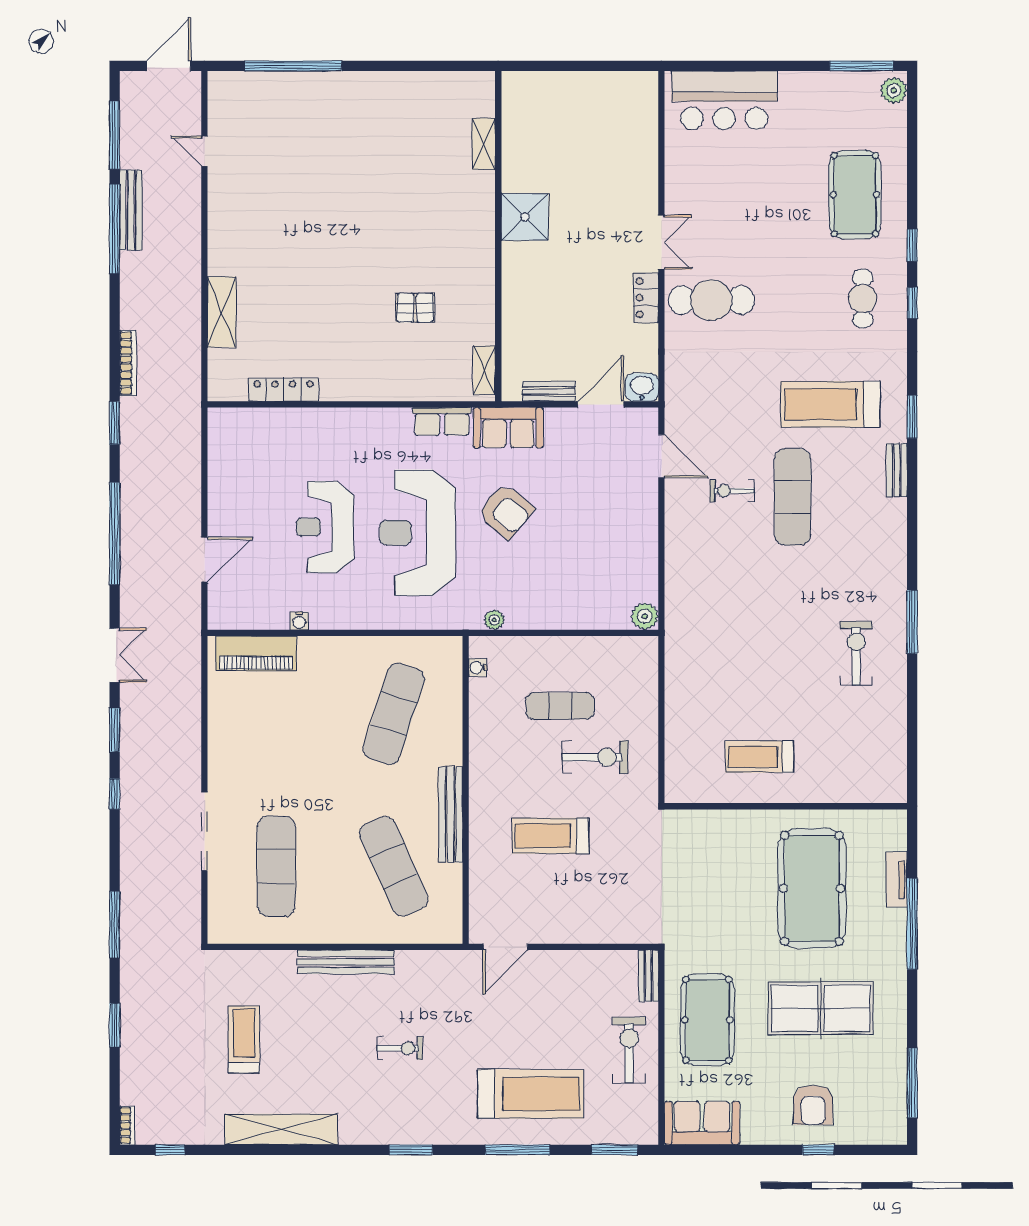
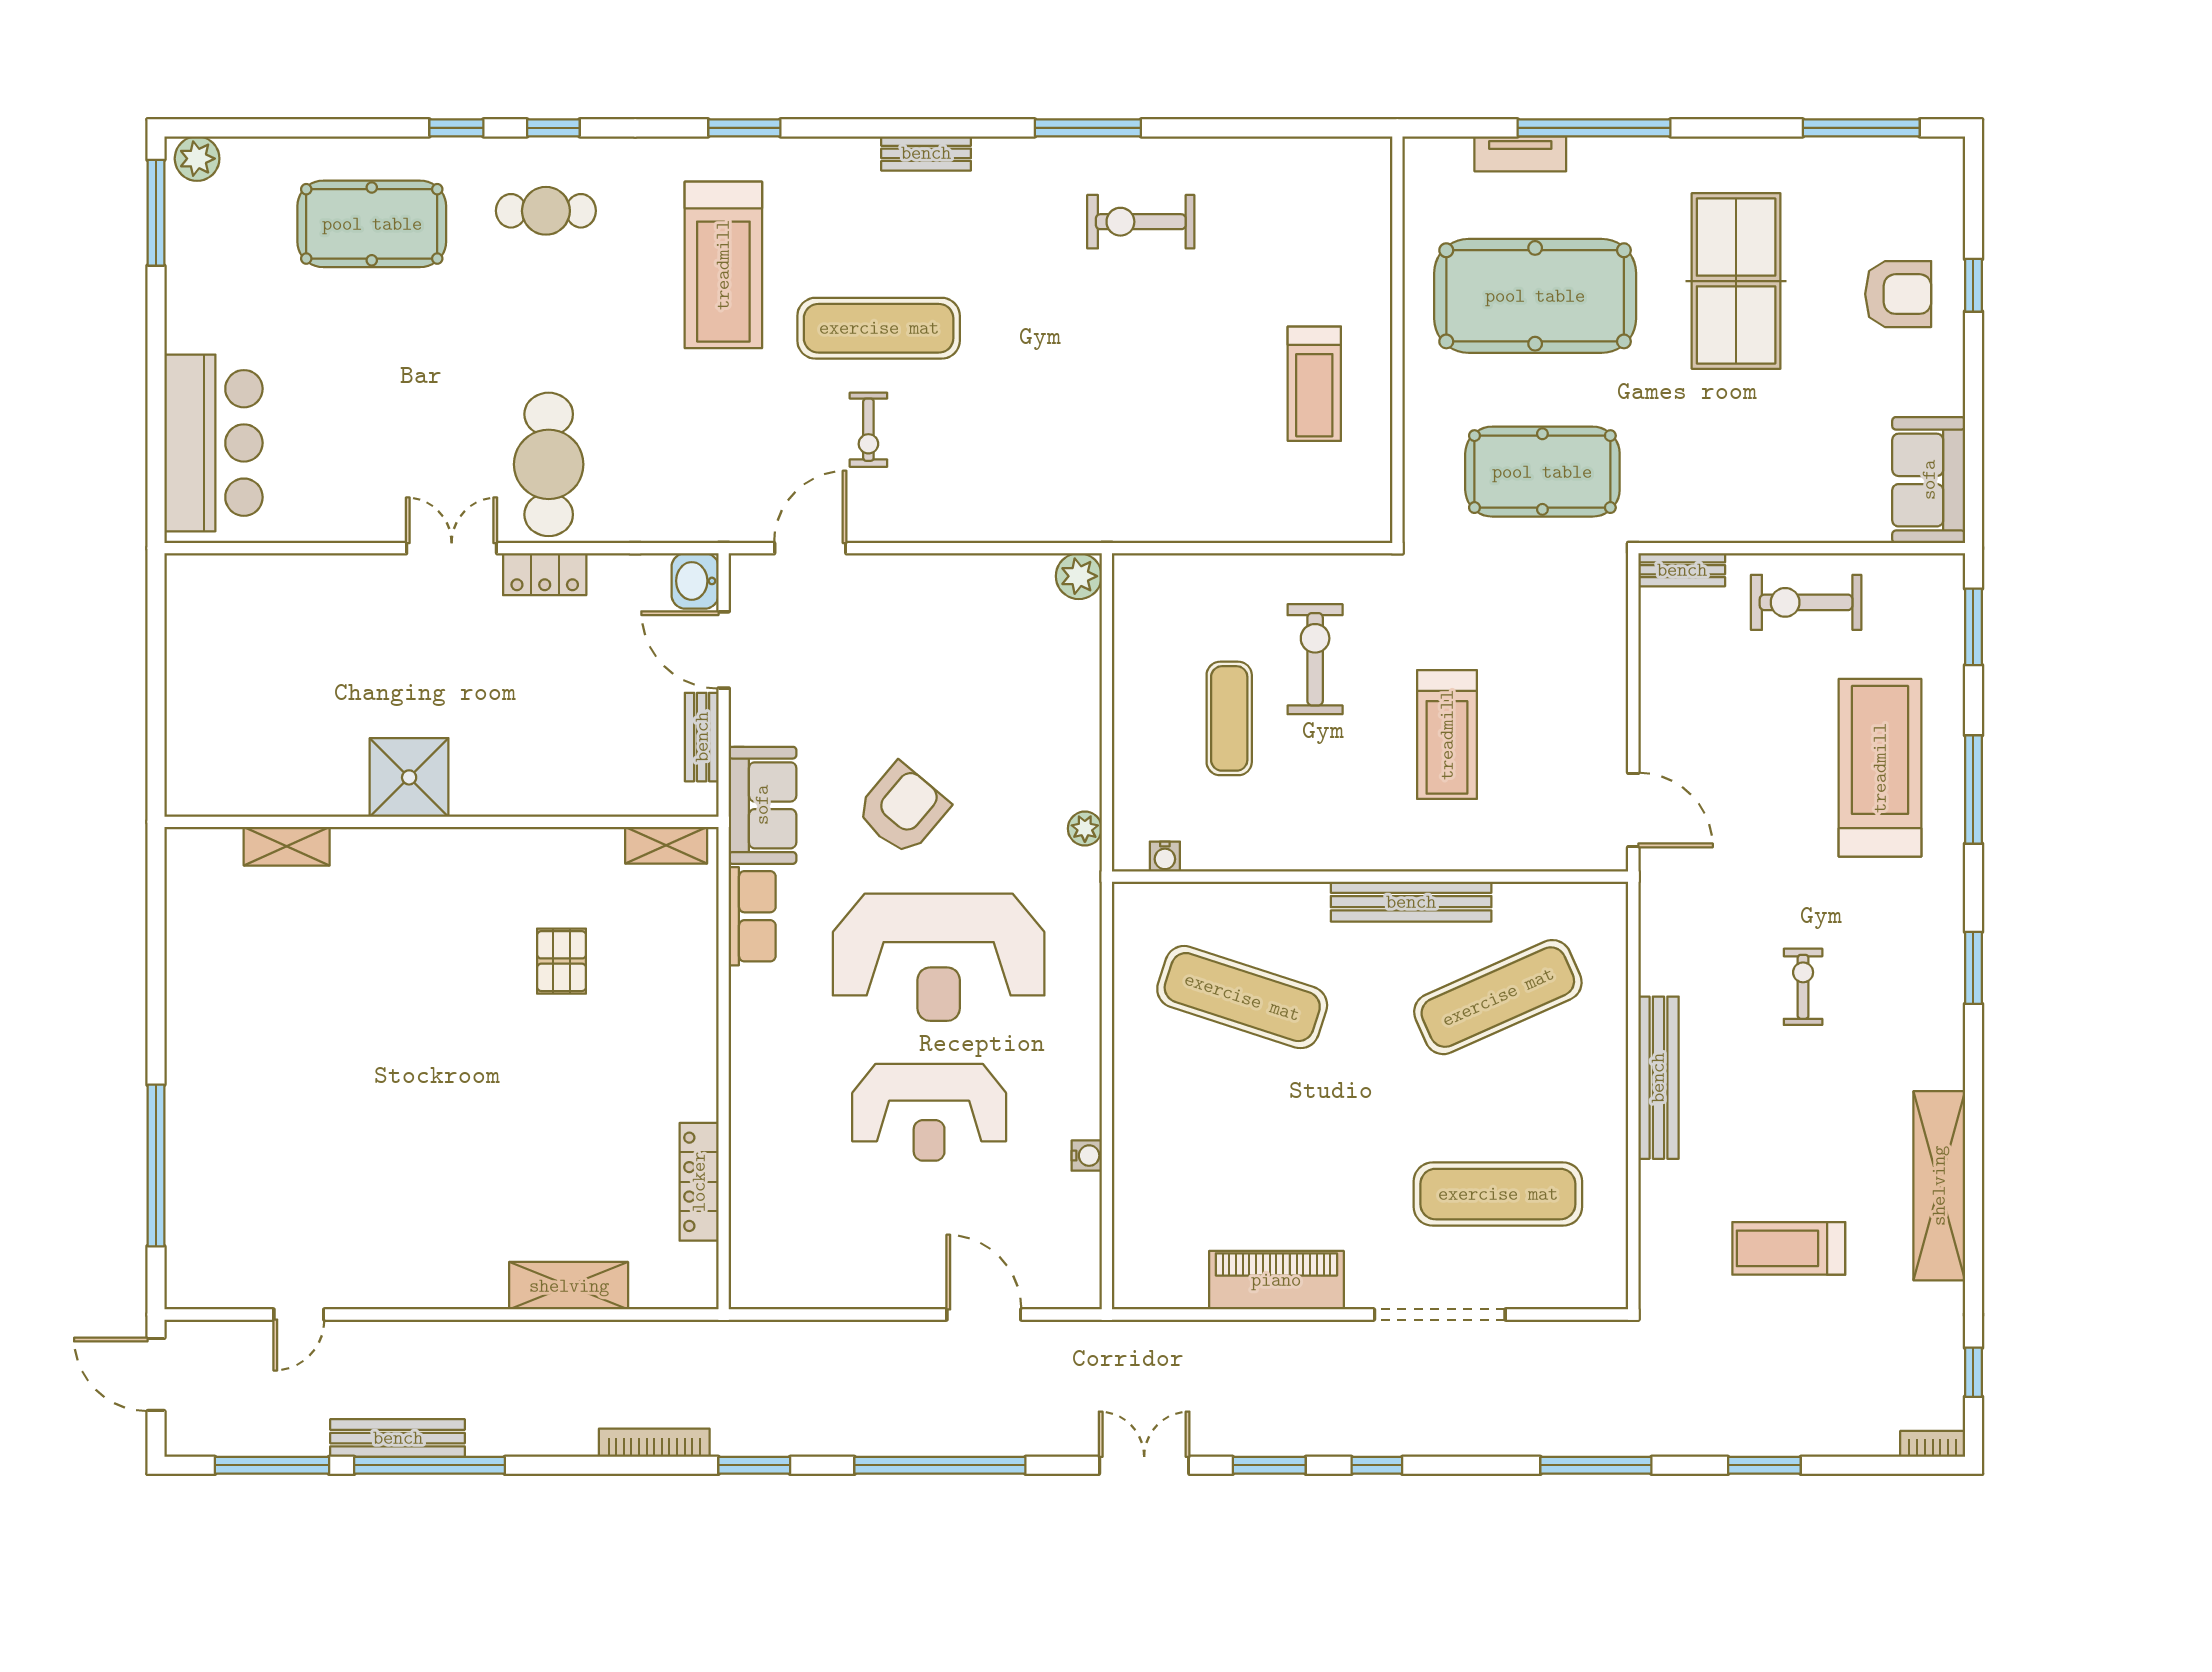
bench: (897, 470) -> (926, 153), moved
piano: (256, 653) -> (1276, 1280), moved, turned -90
pool table: (707, 1020) -> (1542, 472), moved

